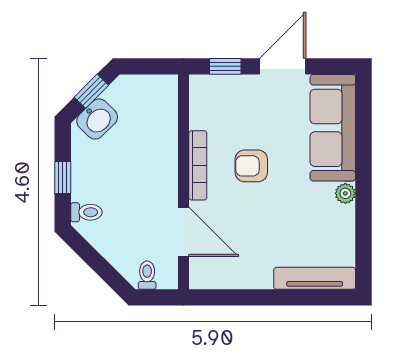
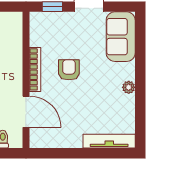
sofa: (333, 128) -> (121, 37), width x0.73
armchair: (251, 166) -> (69, 70), turned 90

